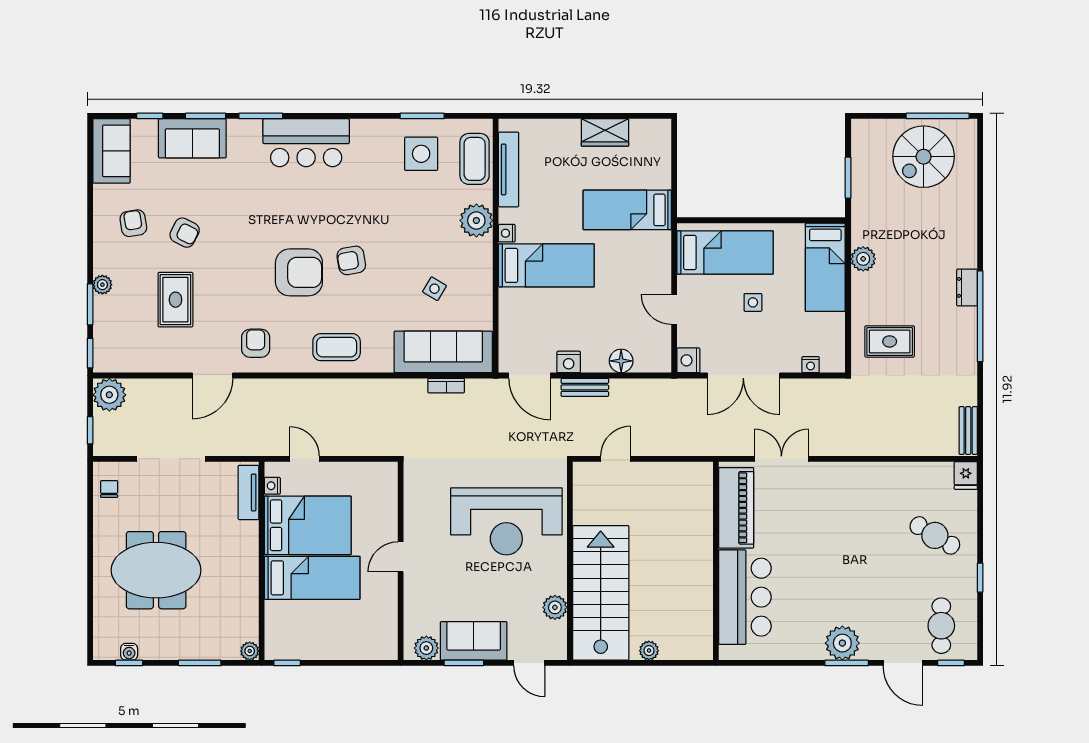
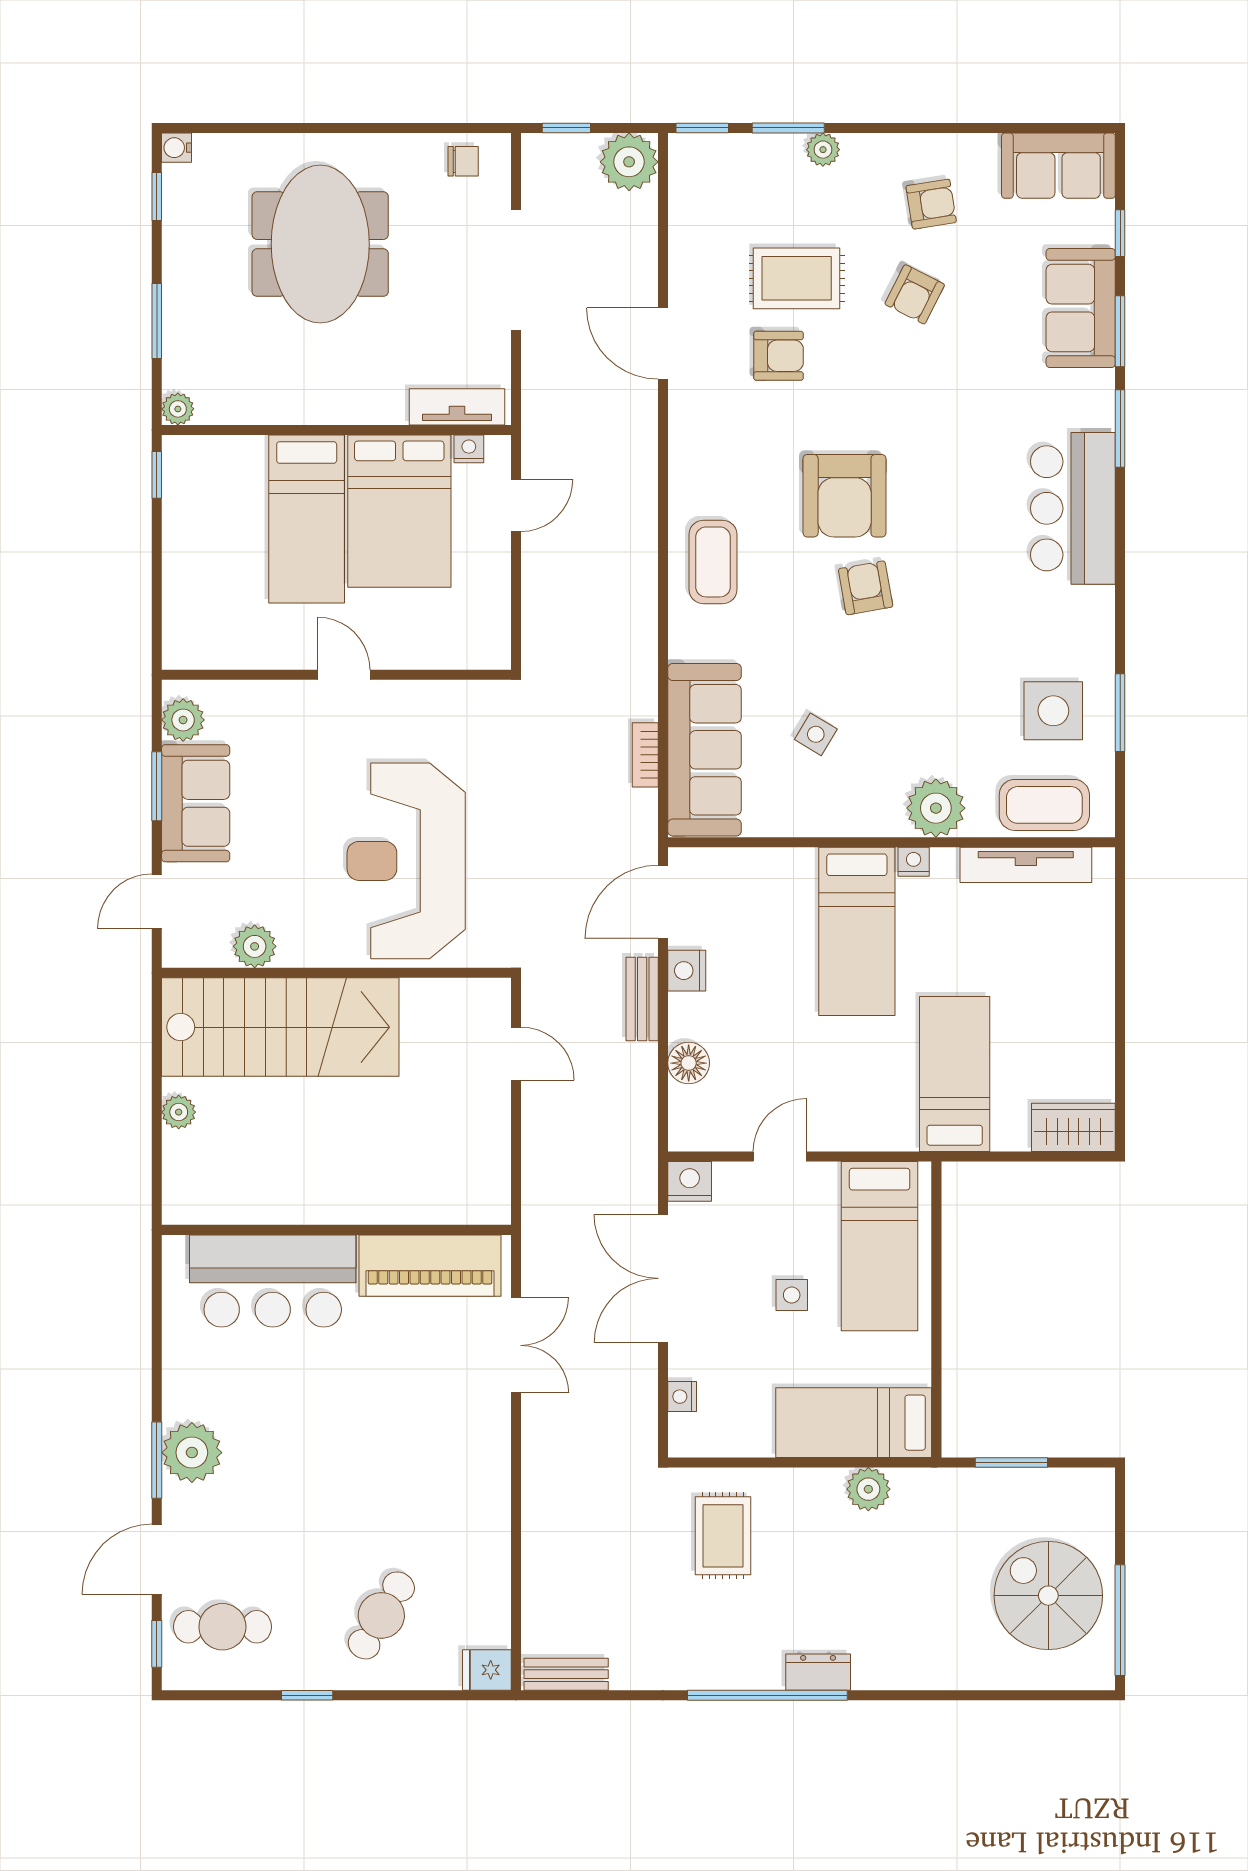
wardrobe: (605, 132) -> (1073, 1127), moved, turned 90
armchair: (256, 343) -> (779, 356), moved
water cooler: (129, 652) -> (177, 148), moved

